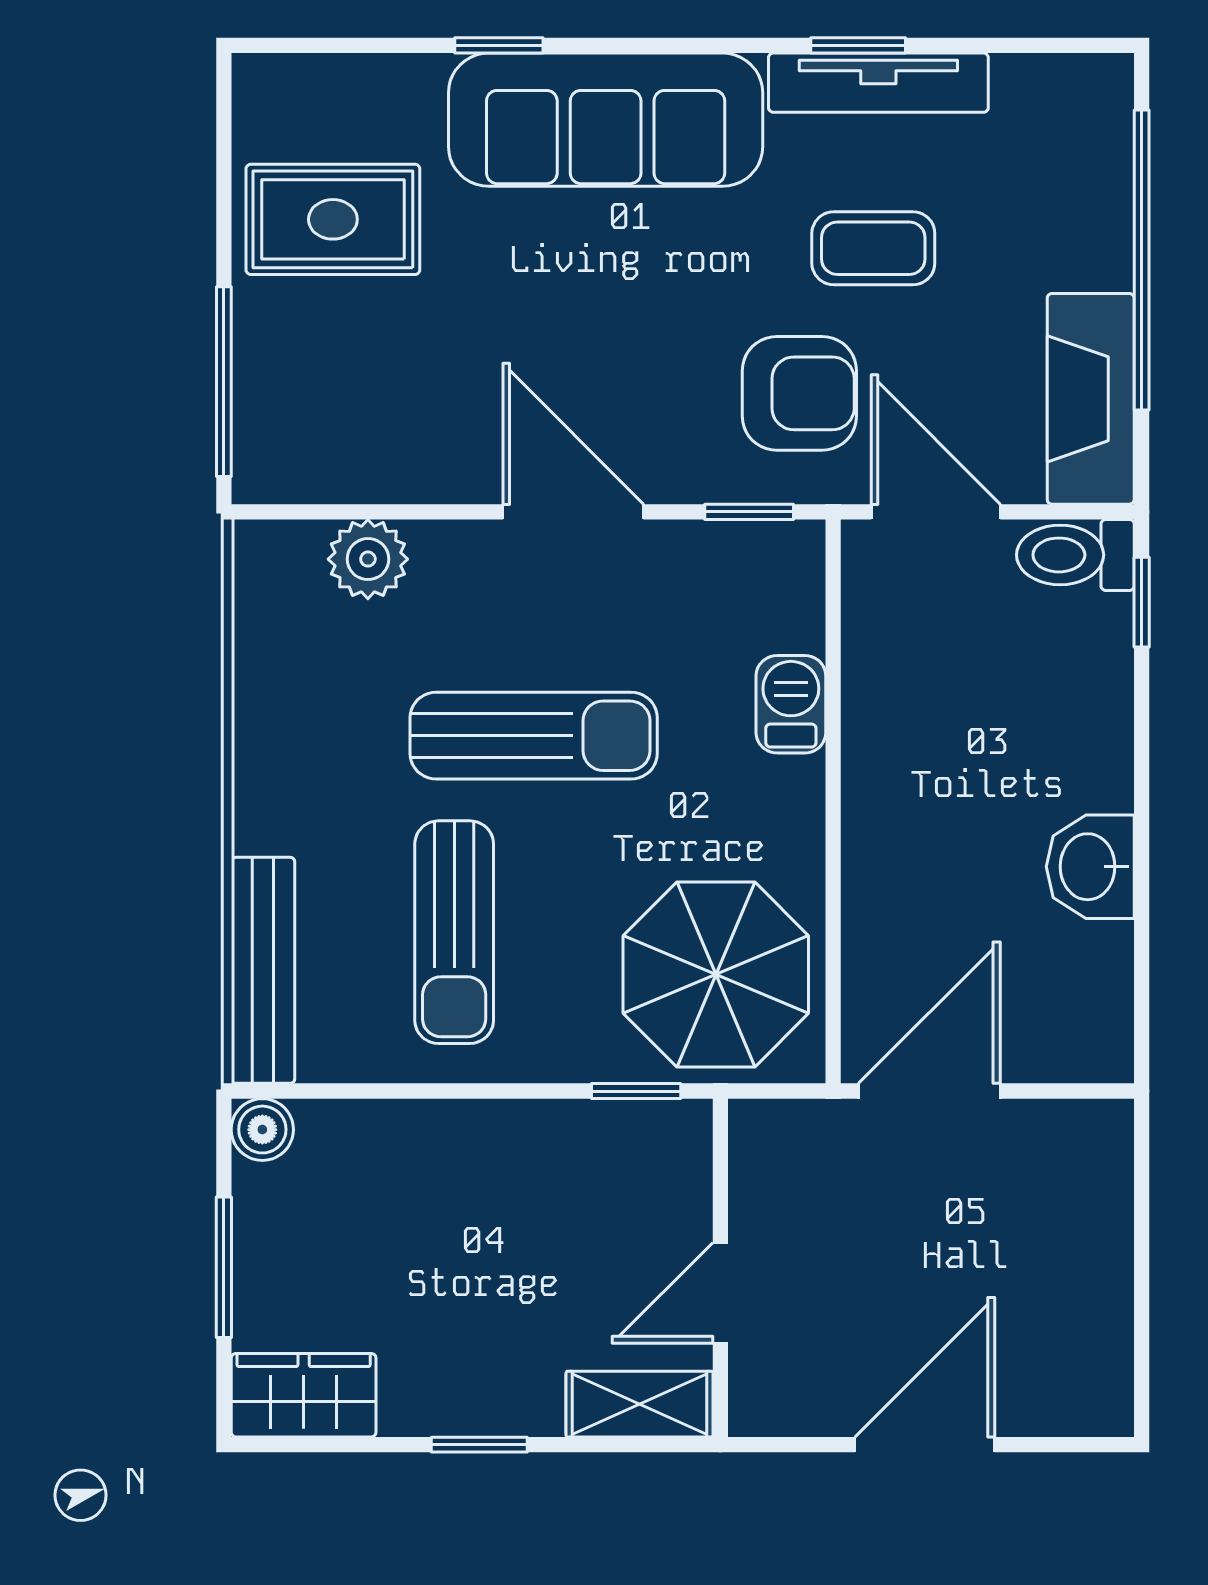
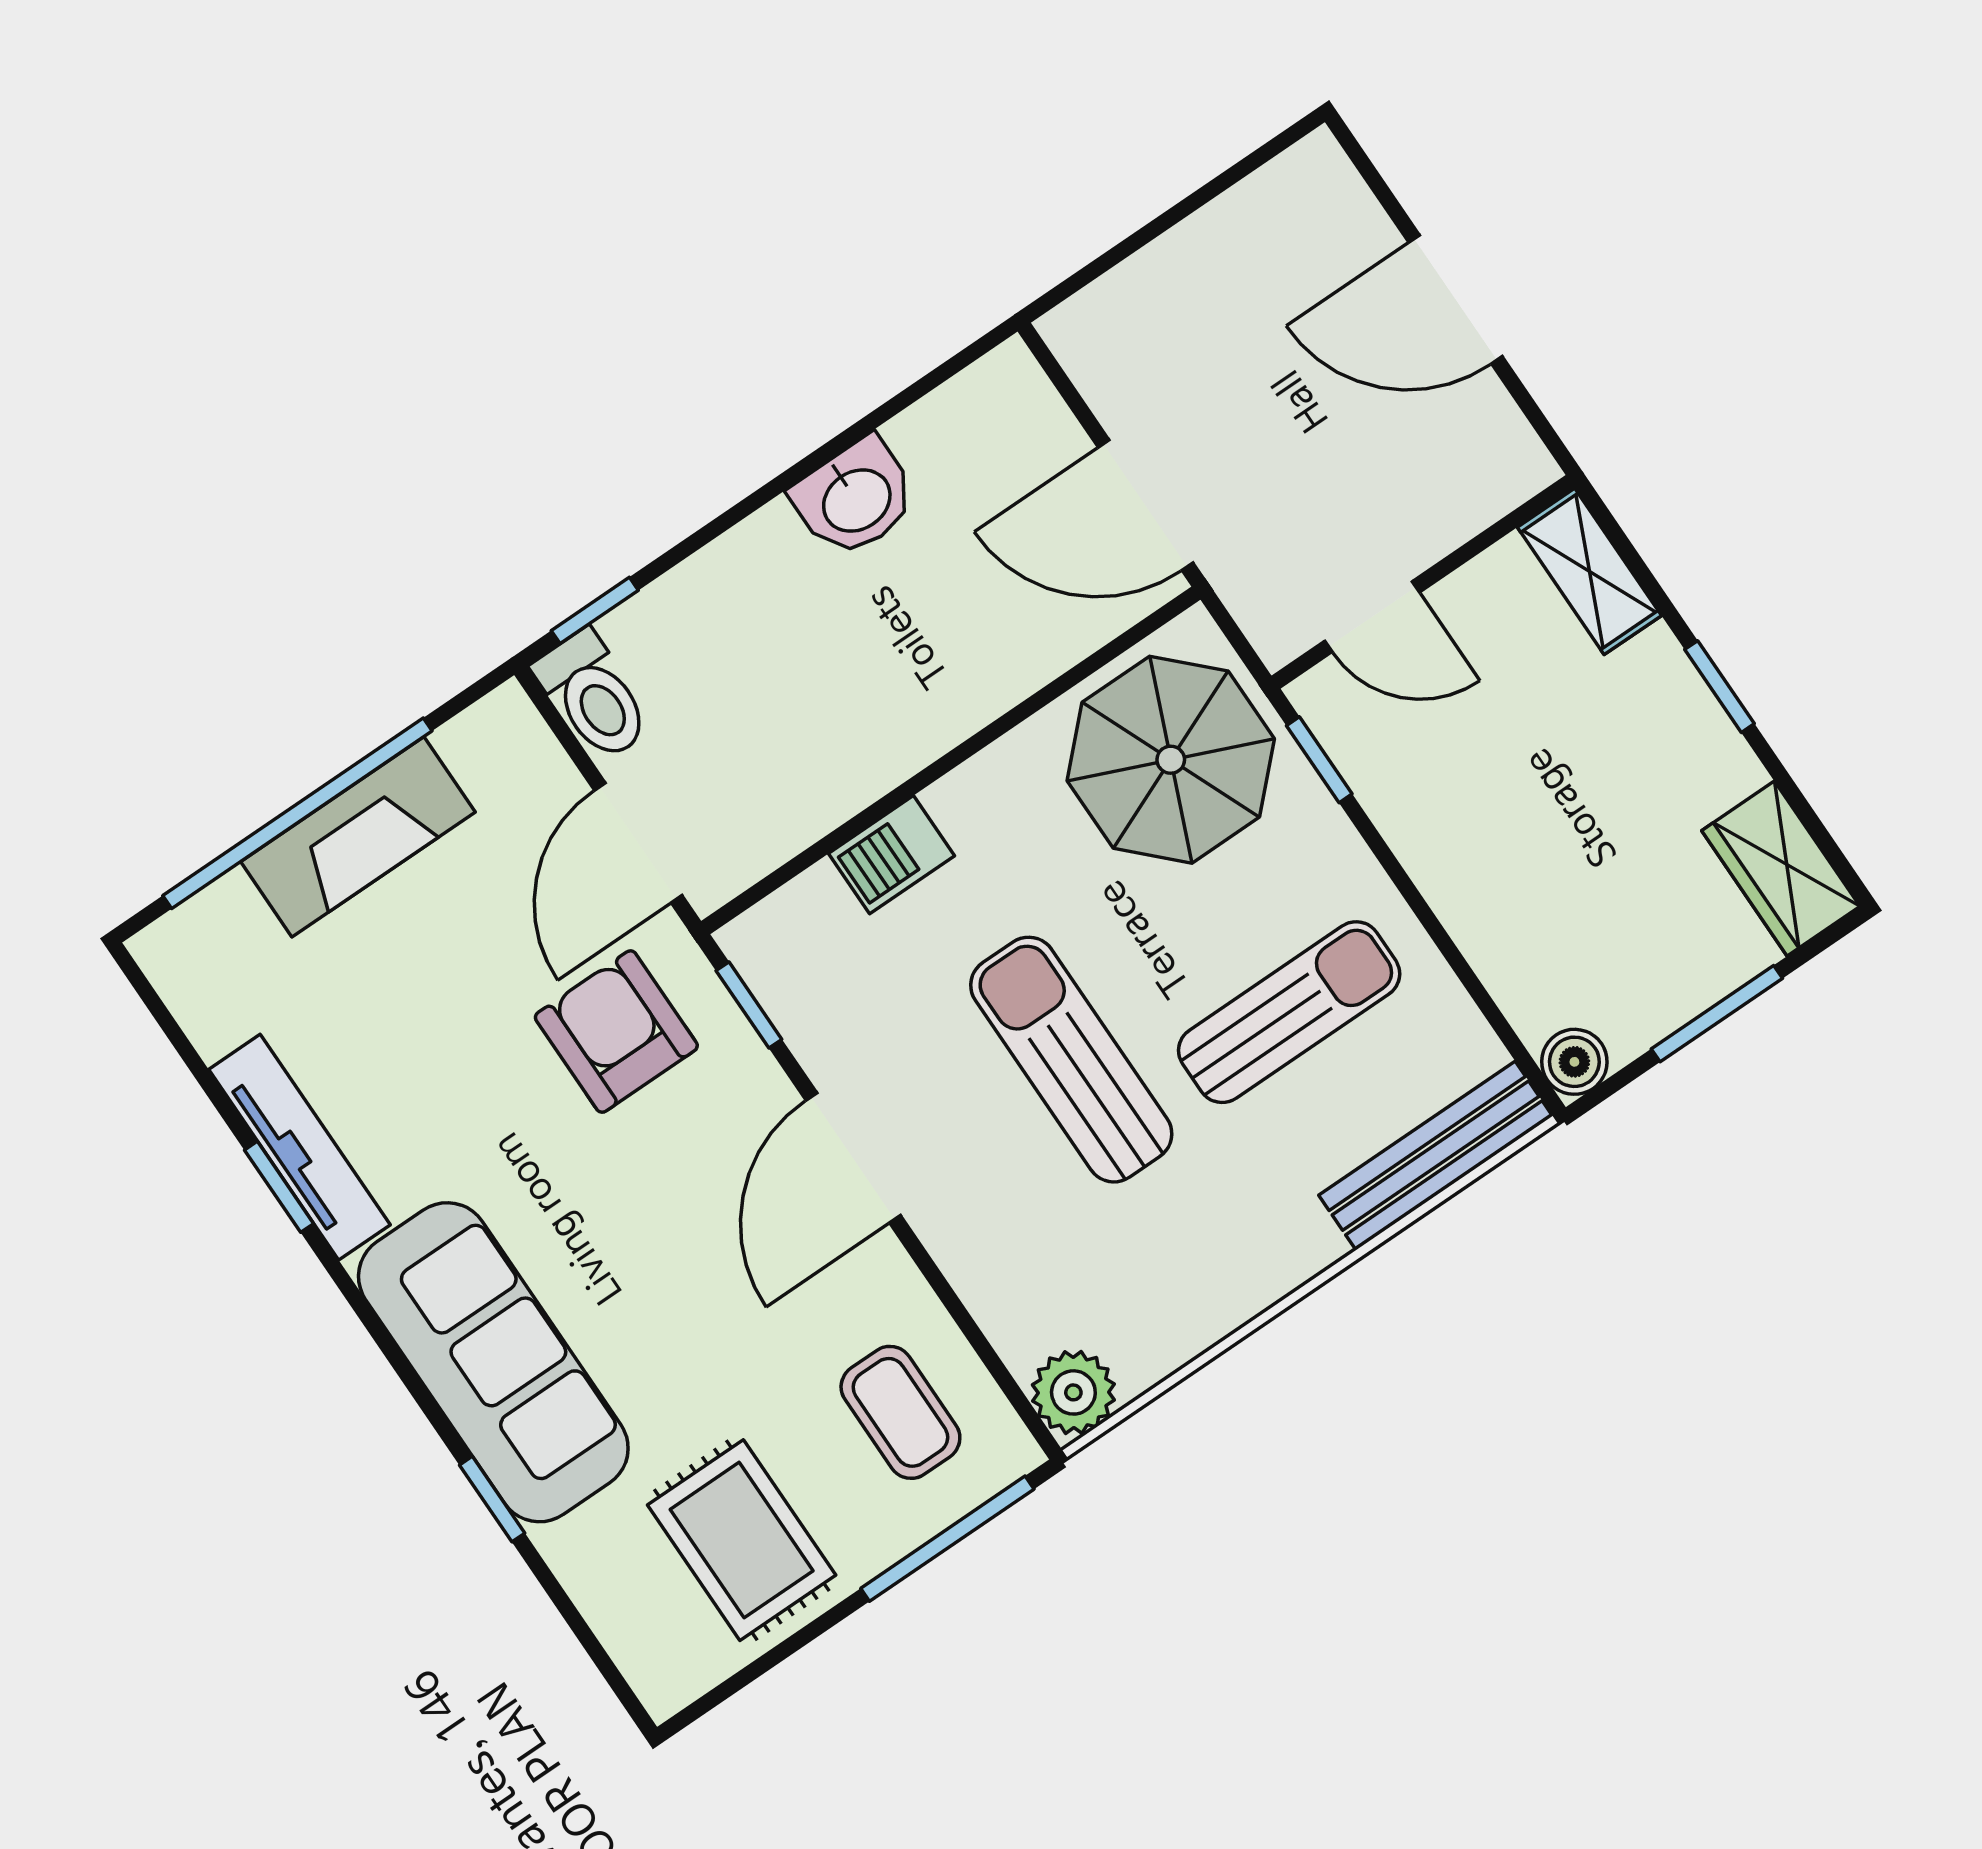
coffee table: (873, 248) -> (900, 1412), moved
fireplace: (1091, 399) -> (358, 837), moved
plant: (368, 559) -> (1073, 1392), moved
door: (720, 1293) -> (1372, 617), moved

